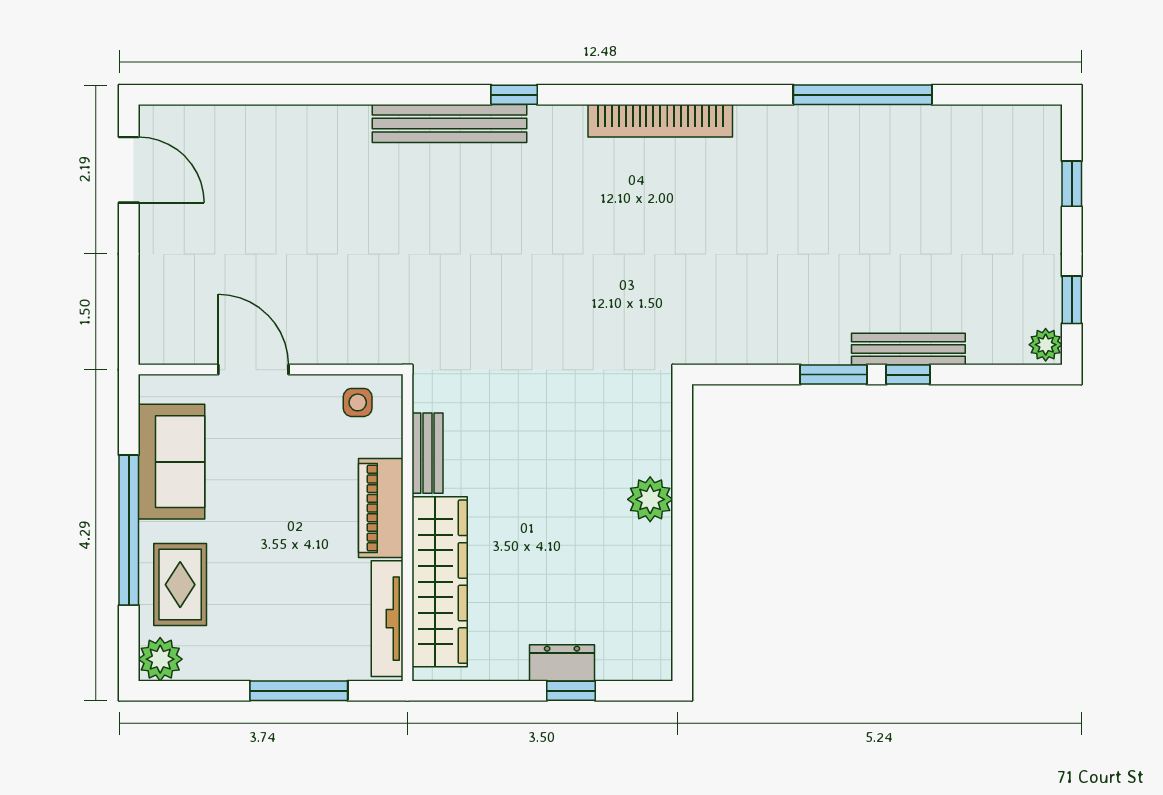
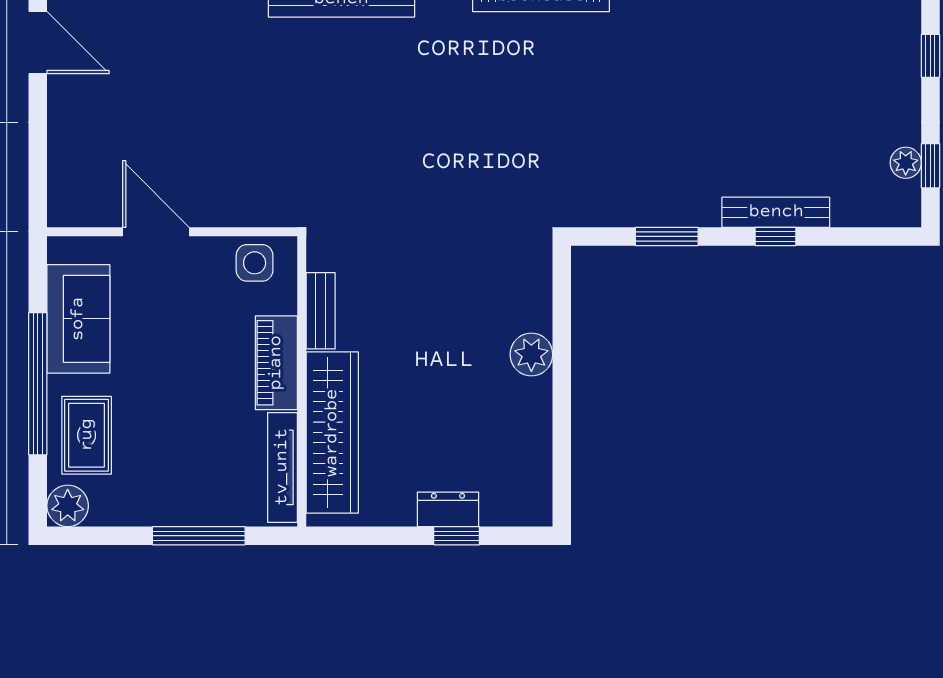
plant: (1046, 345) -> (906, 163), moved
window: (833, 375) -> (667, 236), moved
side table: (358, 402) -> (255, 263), width x1.37, depth x1.37

